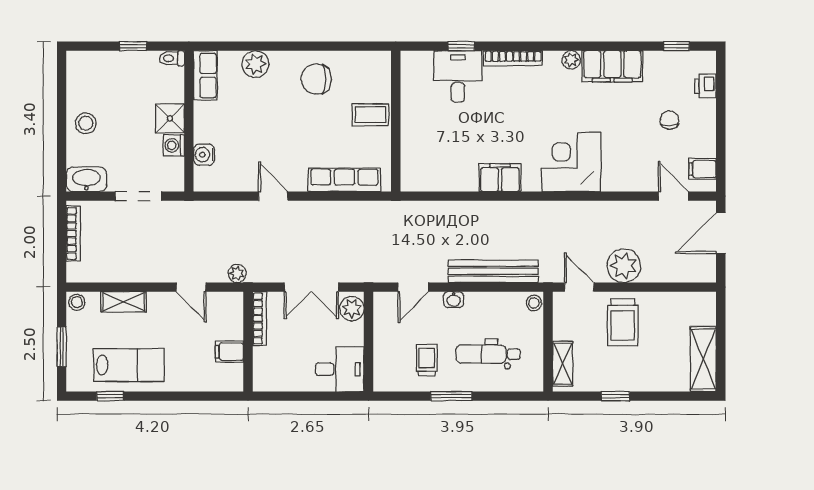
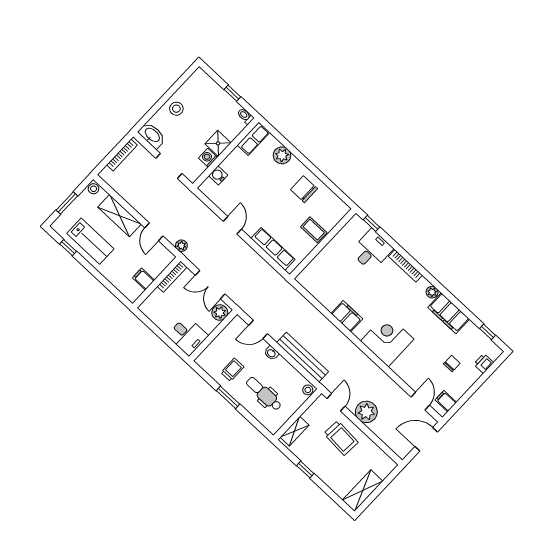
window: (461, 46) -> (371, 223), moved
shelving: (124, 302) -> (119, 216), width x1.50, depth x1.33
trolley: (623, 322) -> (341, 438), turned -86

